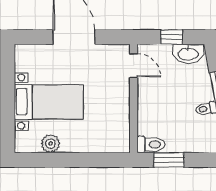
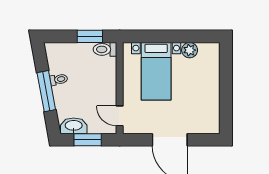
window: (172, 37) -> (88, 140), width x1.50
bed with nightstands: (49, 102) -> (156, 71), moved, turned -90

